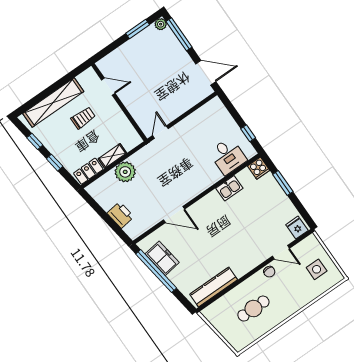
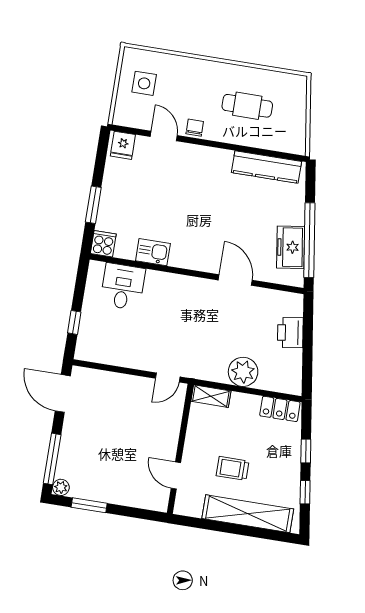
window: (248, 133) -> (74, 322), moved
shelving: (112, 156) -> (211, 396), moved

